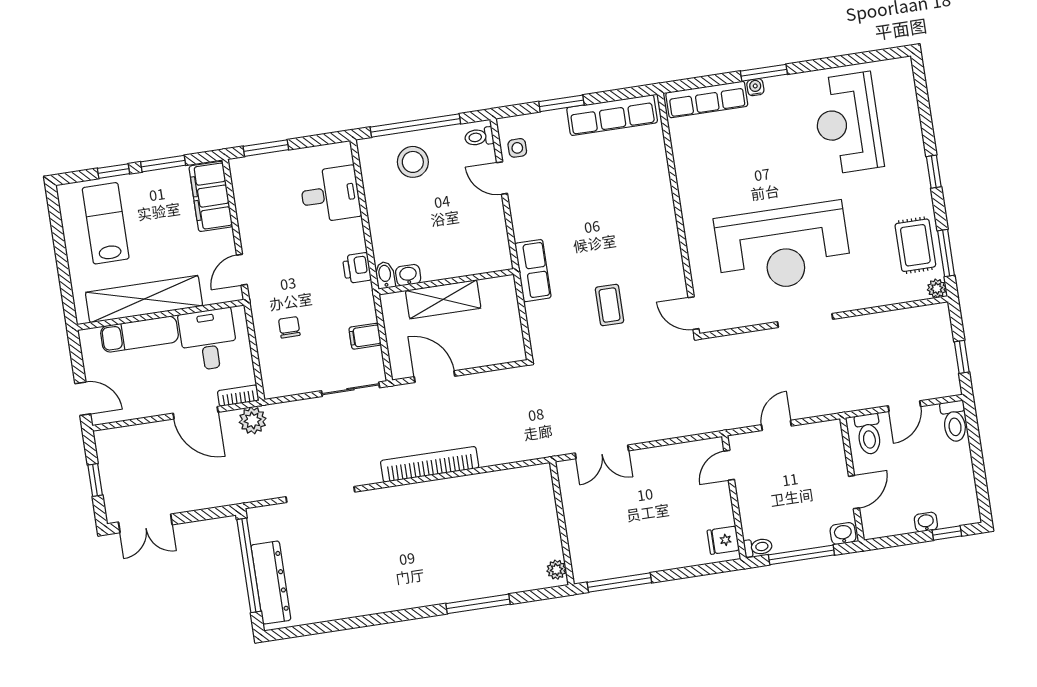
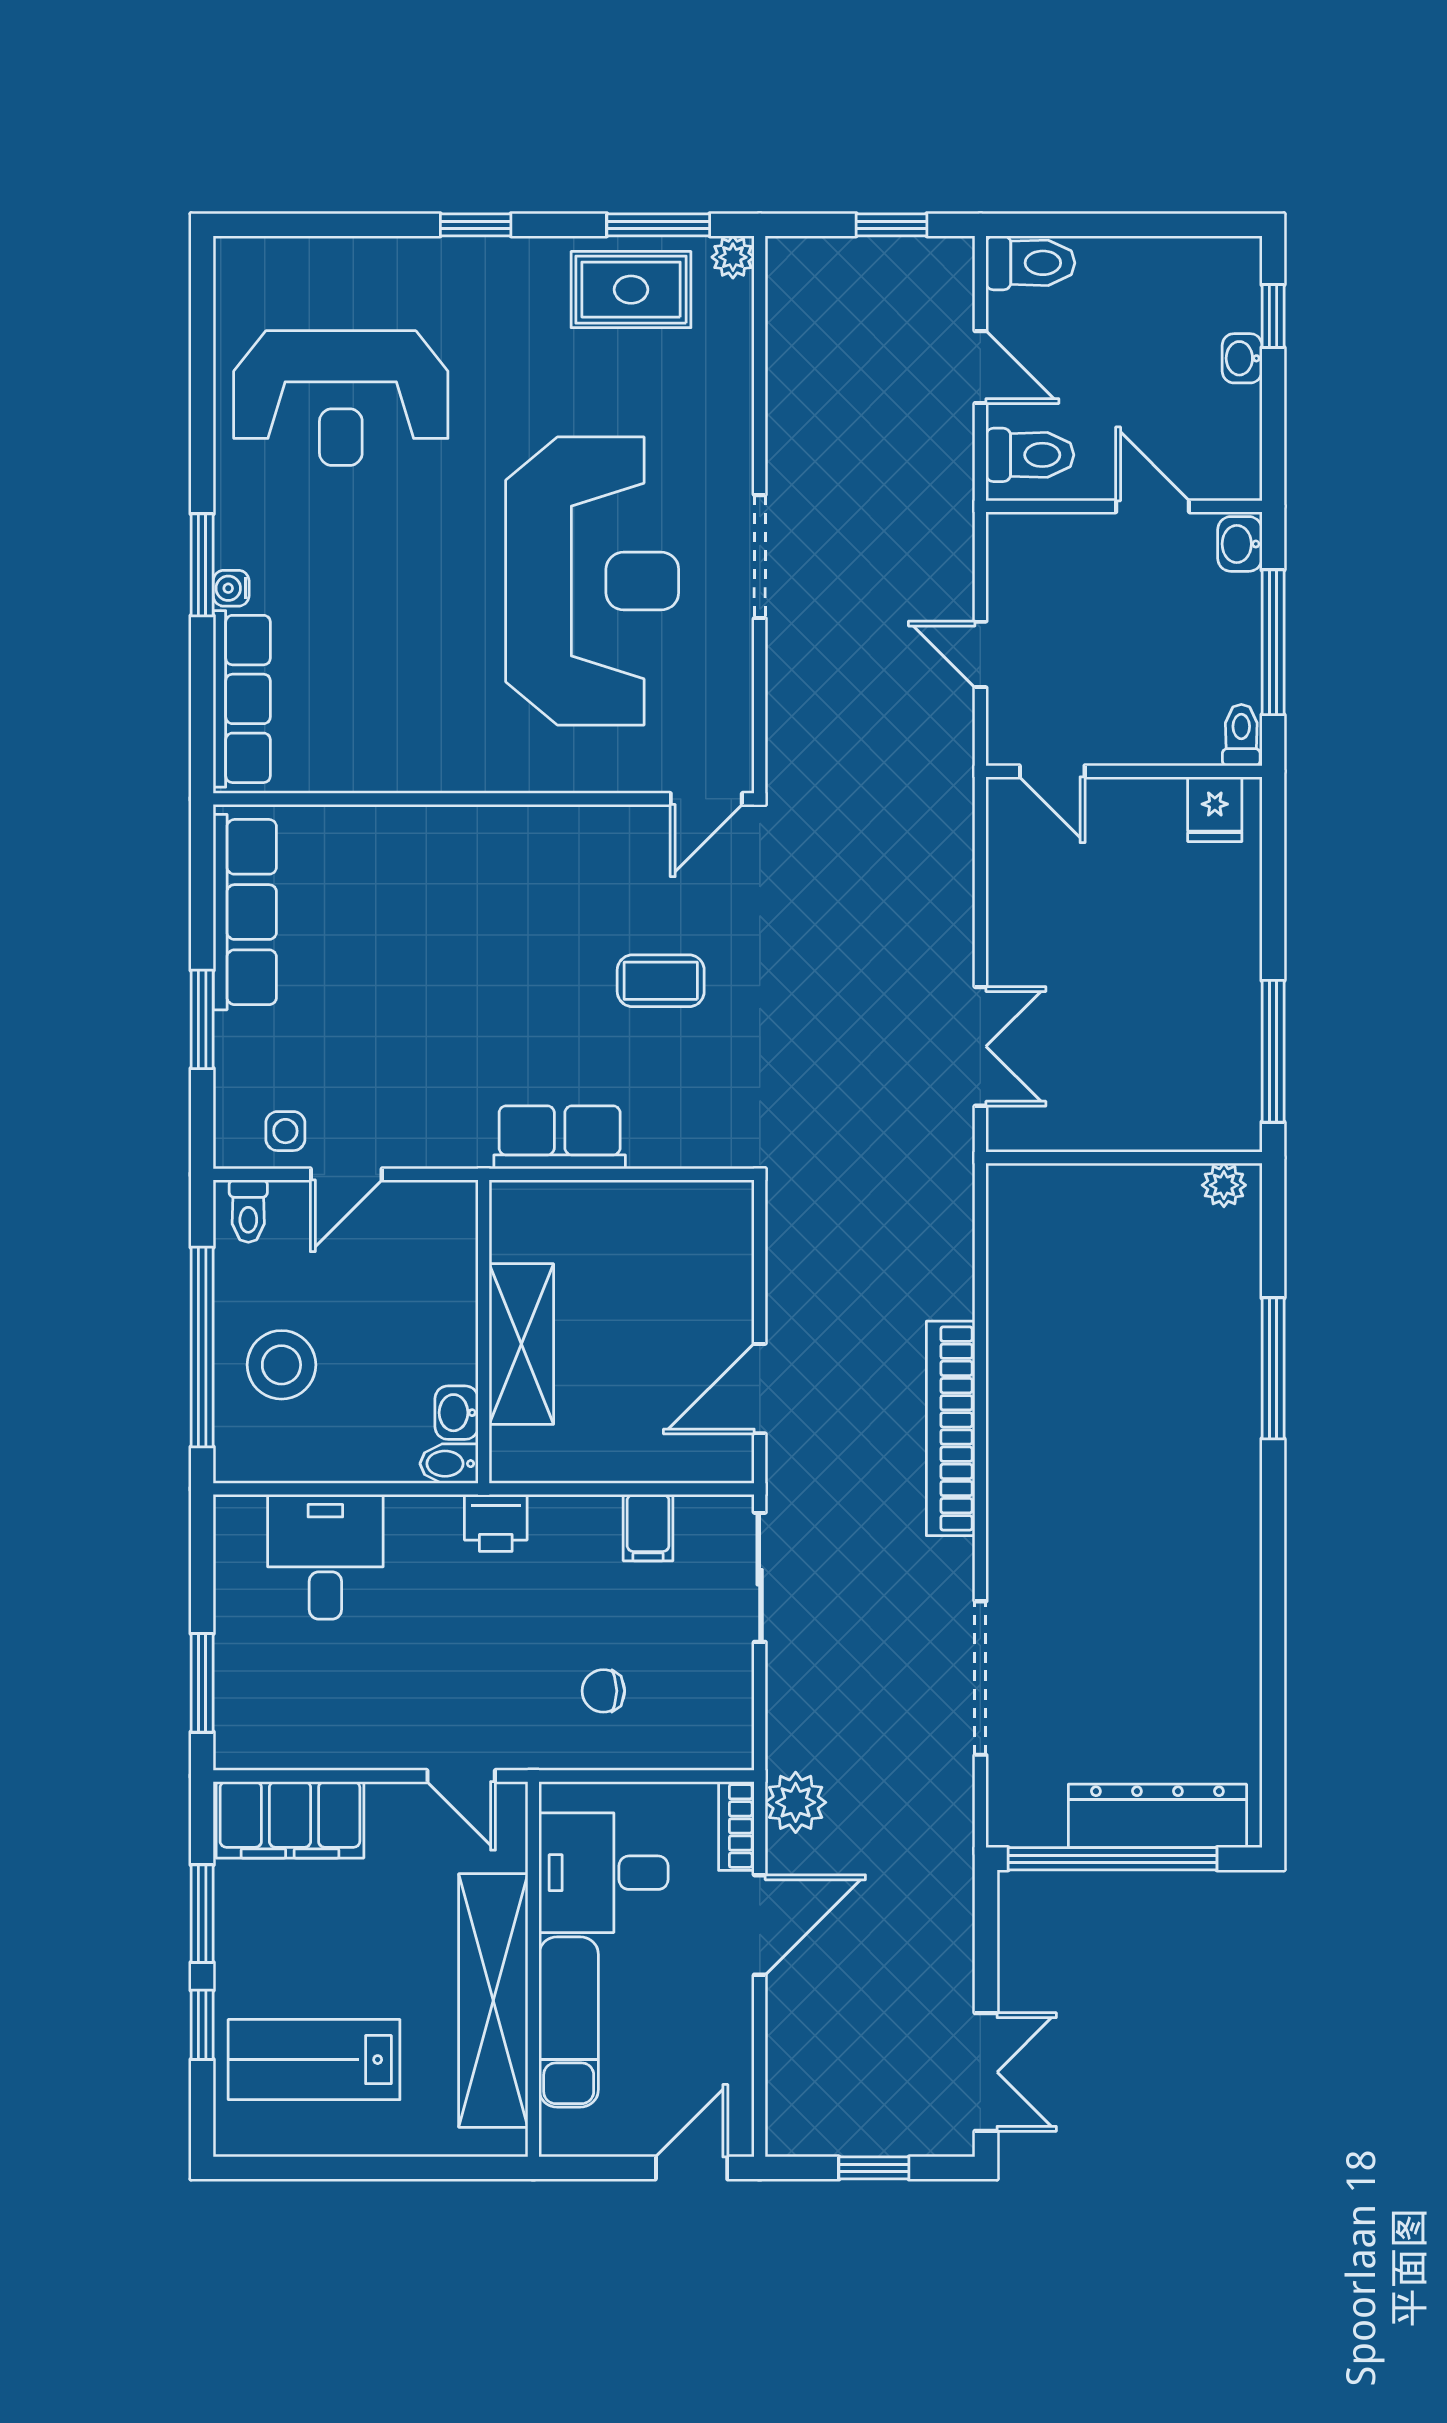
bidet: (385, 275) -> (449, 1464), moved
washbasin: (408, 275) -> (457, 1413), moved
wall: (446, 282) -> (484, 1332), moved
shelving: (443, 299) -> (521, 1344), moved

